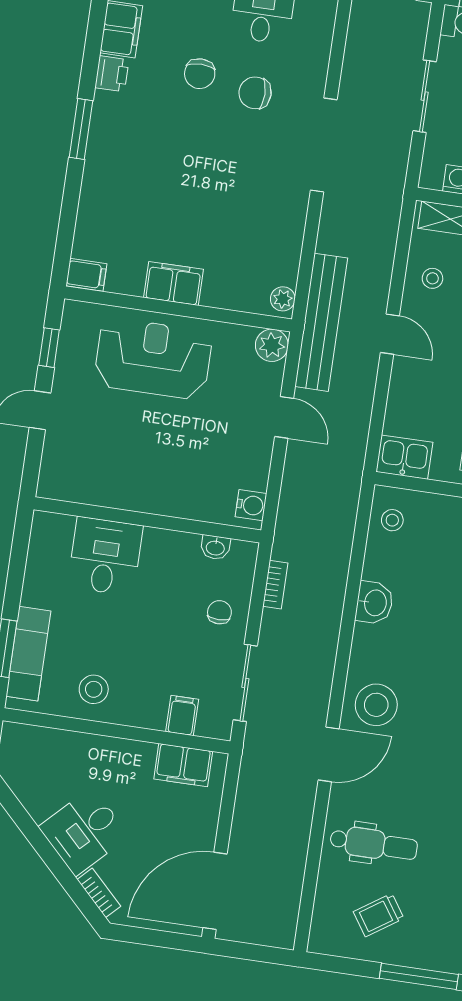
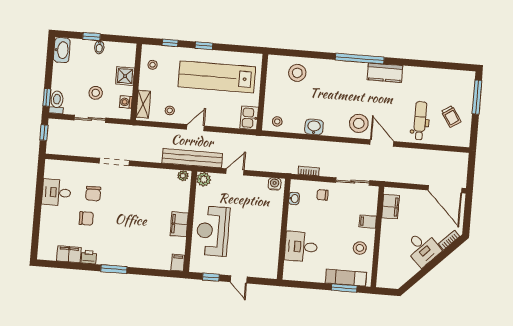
doorway: (324, 145) -> (114, 162), width x0.73
filing cabinet: (182, 715) -> (368, 222), moved

